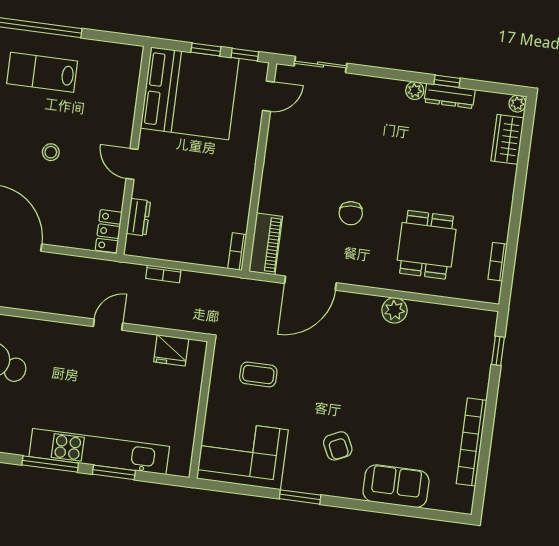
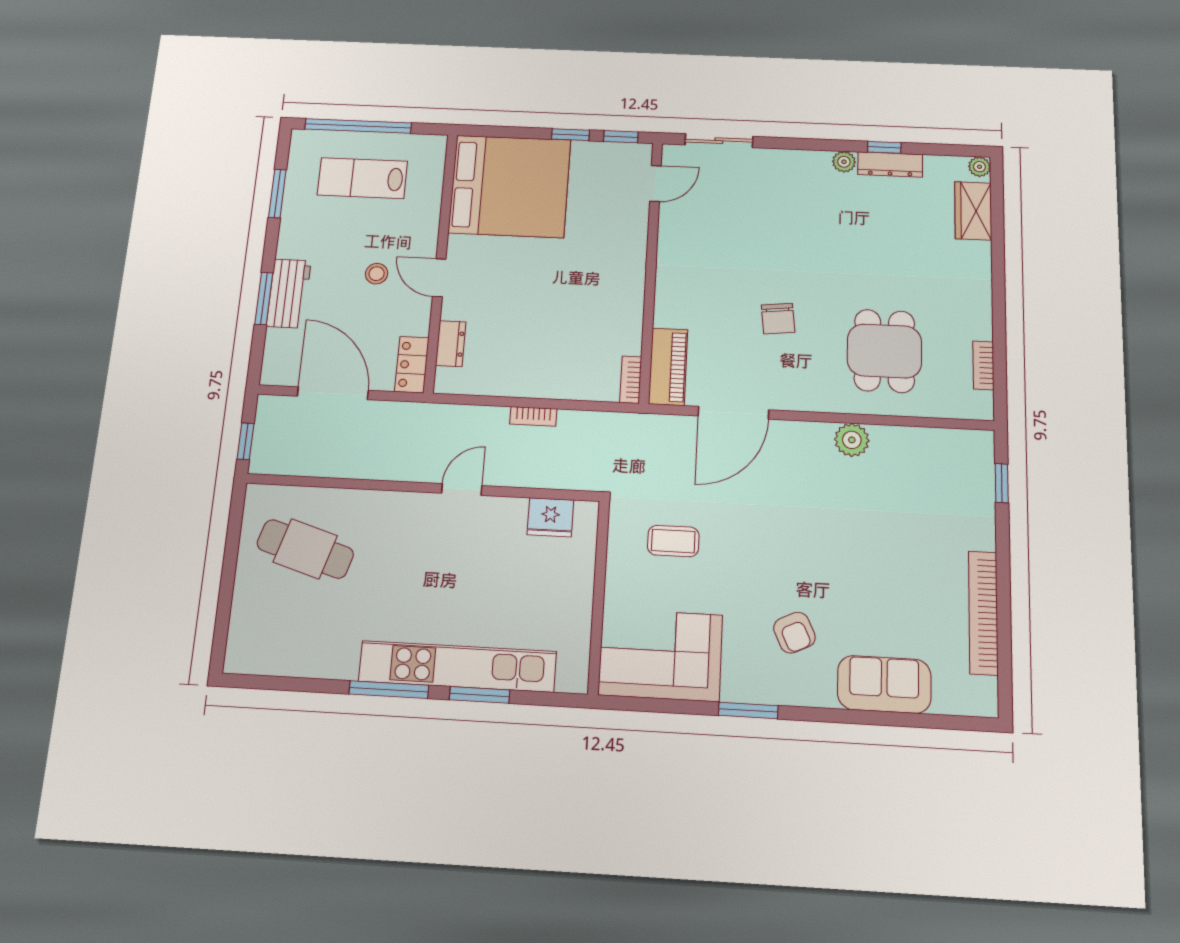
bed: (190, 93) -> (510, 186), moved
wall: (134, 150) -> (441, 261), moved
door: (132, 164) -> (439, 278), moved
dresser: (138, 217) -> (451, 344), moved
locker: (109, 231) -> (412, 365), moved

